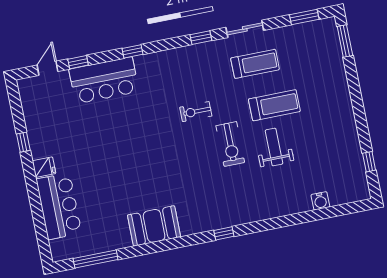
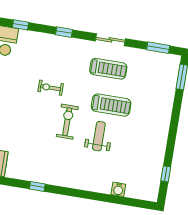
window: (201, 38) -> (64, 32), moved
exercise bike: (230, 144) -> (67, 122), turned 180

